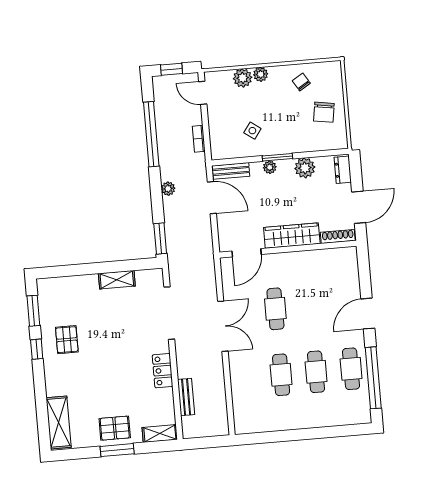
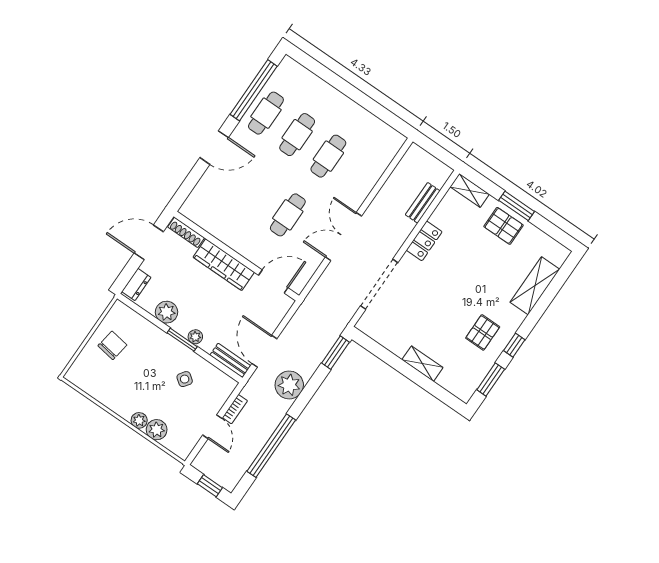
chair: (301, 82) -> (111, 386), removed
door: (203, 93) -> (212, 427), moved
plant: (168, 189) -> (289, 385), width x1.88, depth x1.88
shelving: (117, 280) -> (422, 364), moved
shelving: (59, 422) -> (535, 286), moved

